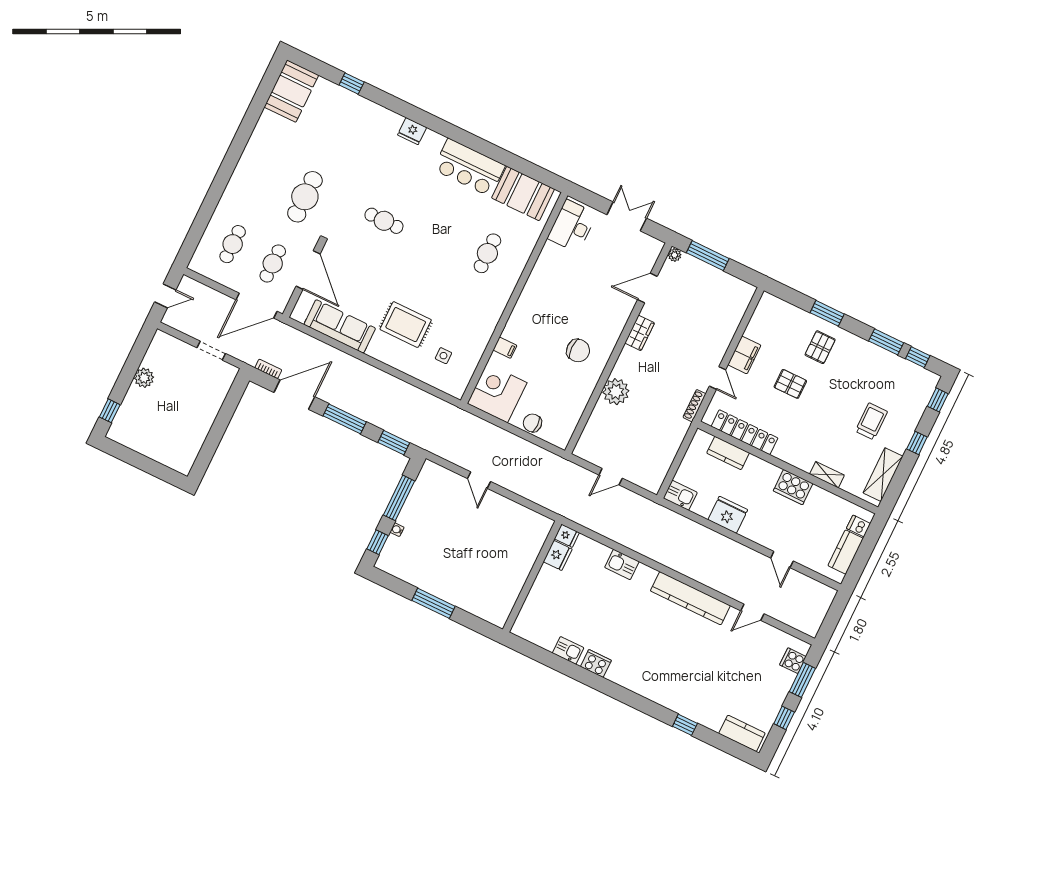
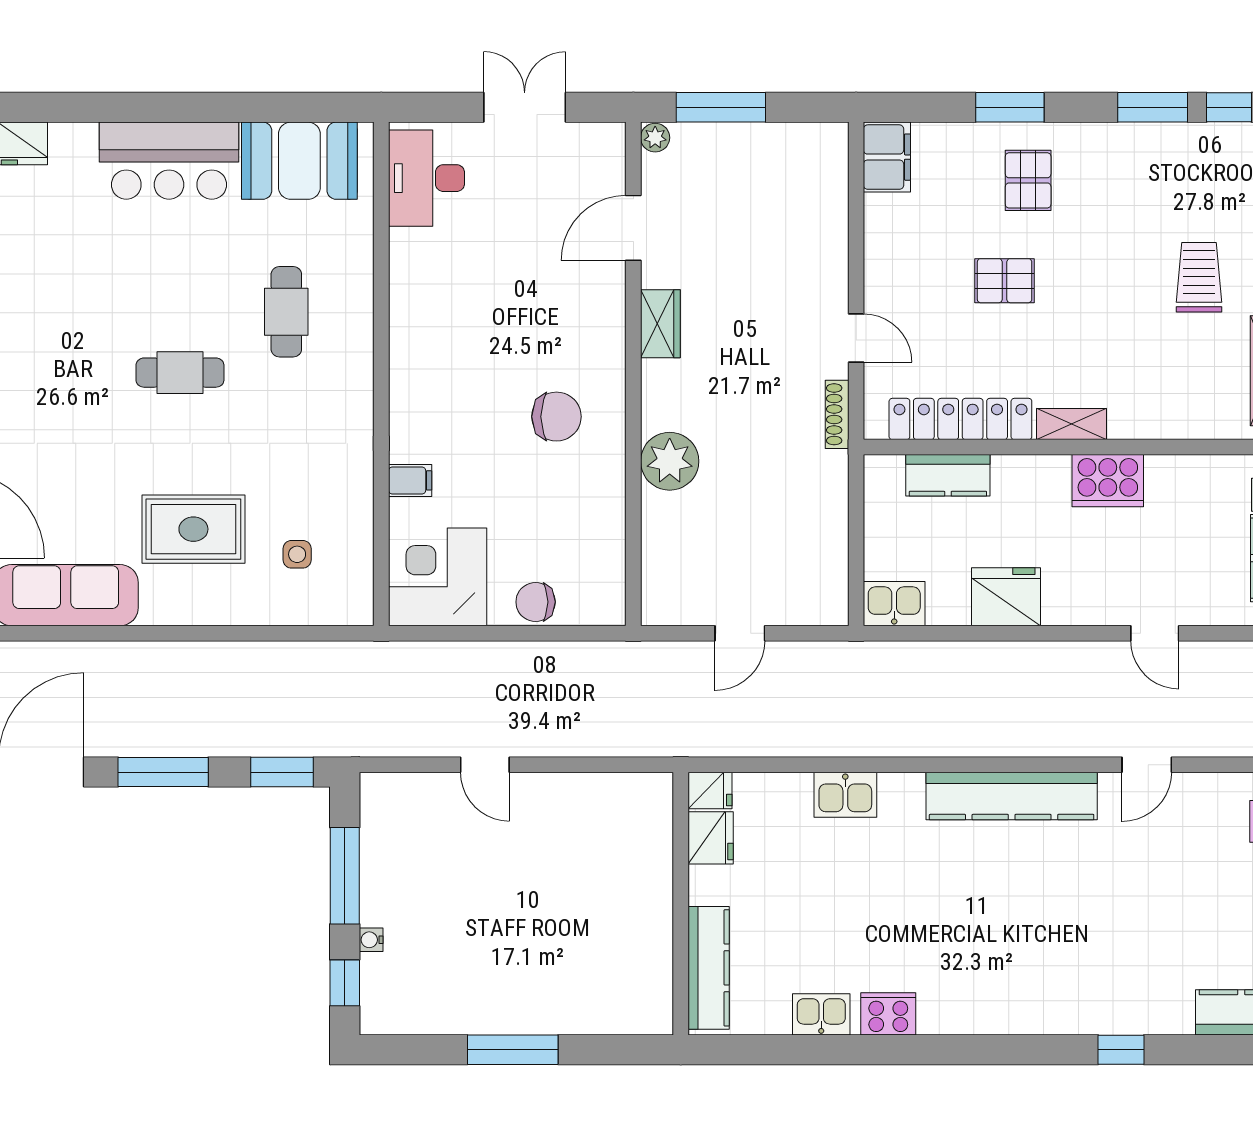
cafe table: (384, 221) -> (180, 373), moved
filing cabinet: (744, 355) -> (887, 157), moved
shelving: (827, 475) -> (1071, 424), moved
kitchen counter: (531, 609) -> (709, 968), added

